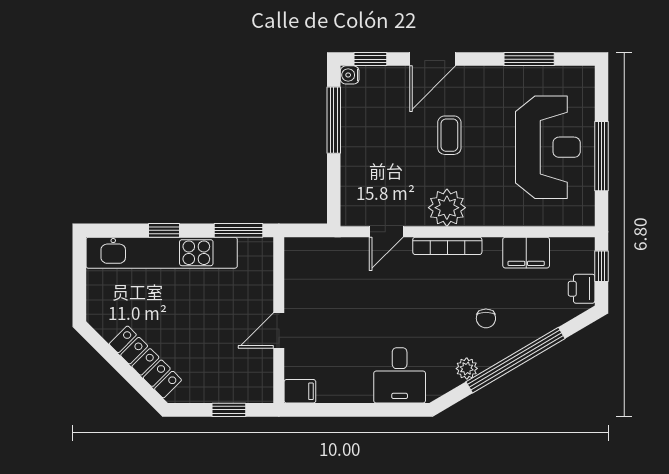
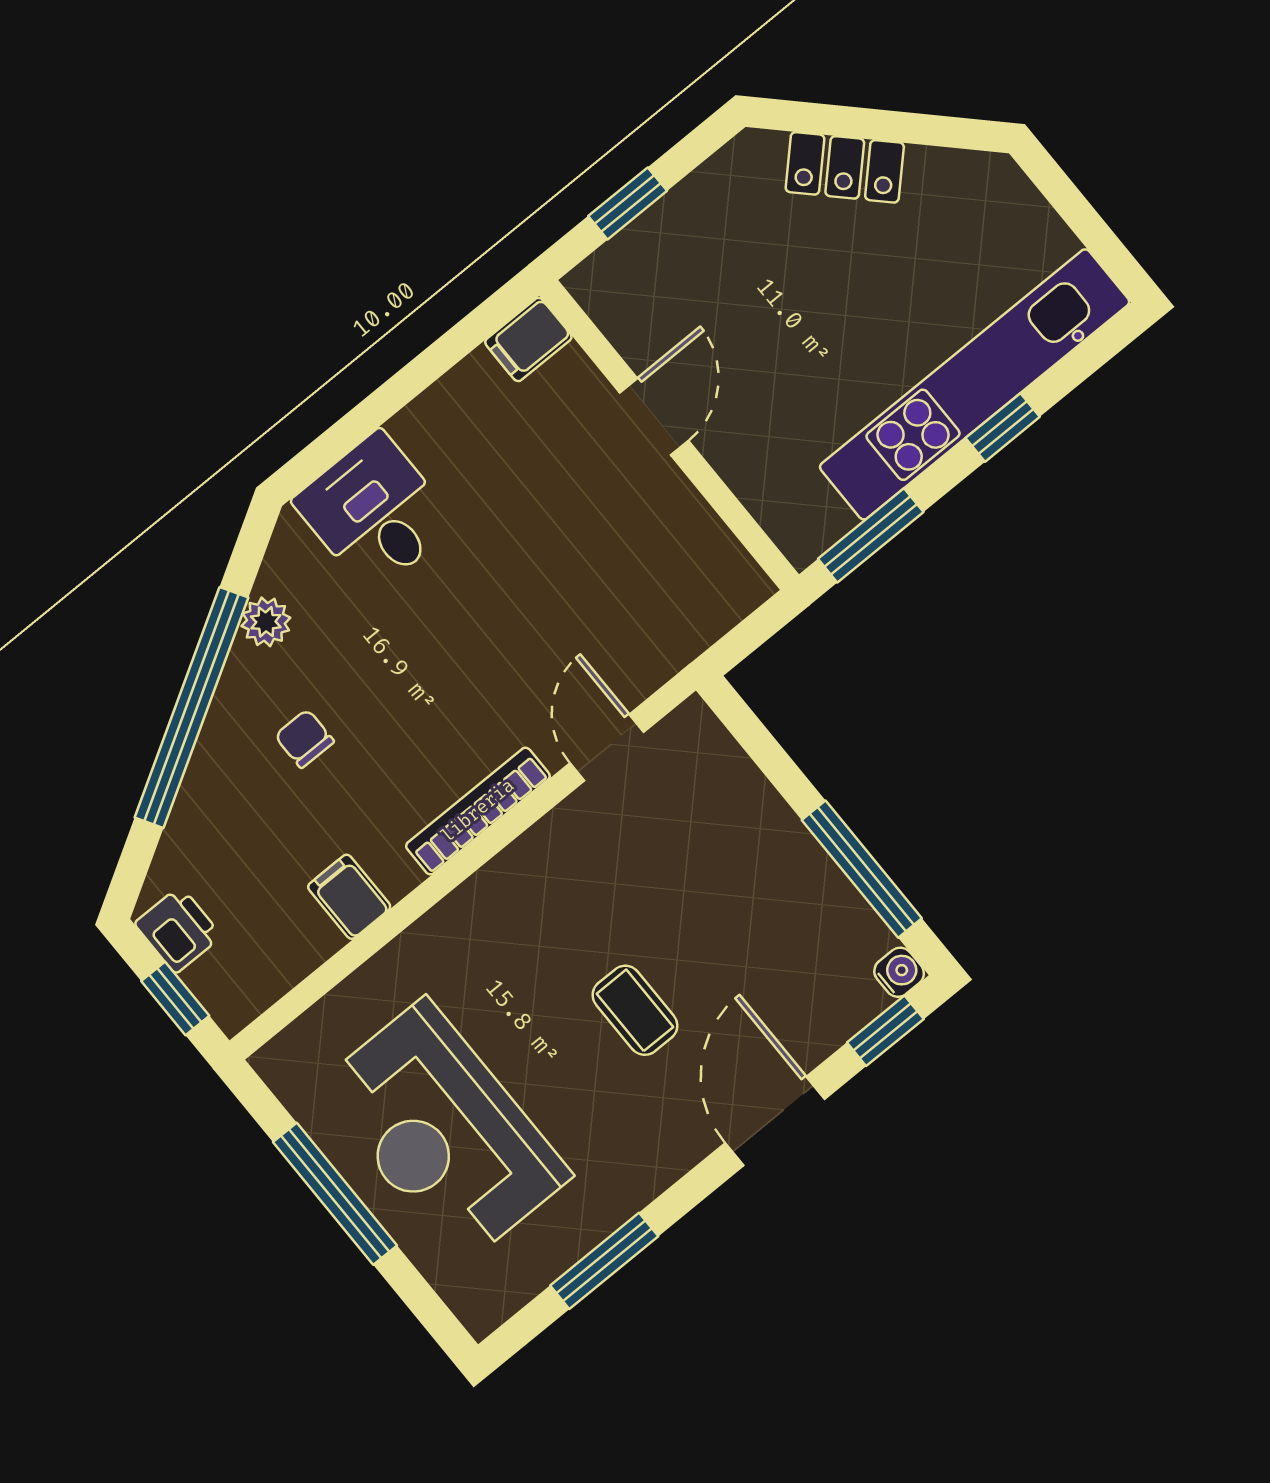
plant: (447, 208) -> (534, 878), removed
filing cabinet: (526, 253) -> (349, 897), width x0.50
locker: (145, 362) -> (845, 167), width x0.66

